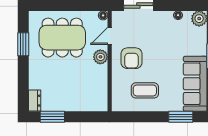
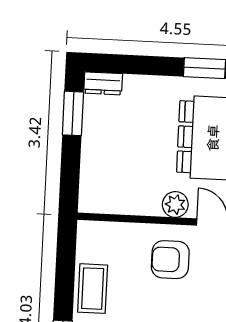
coffee table: (145, 90) -> (93, 289), moved

